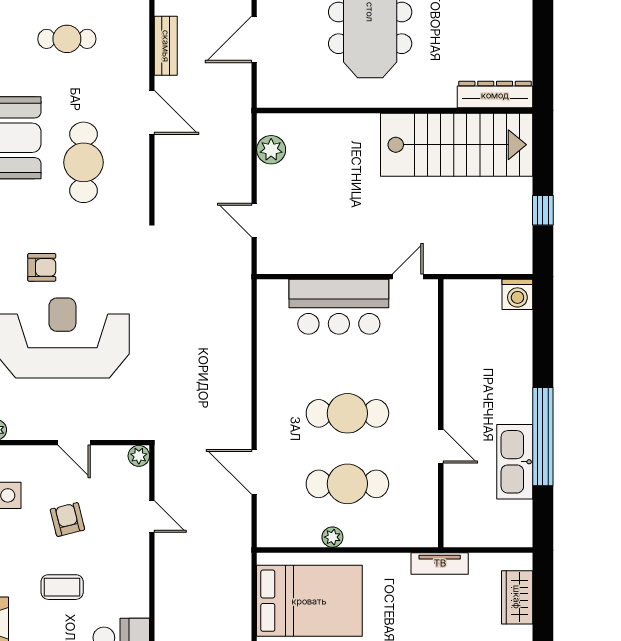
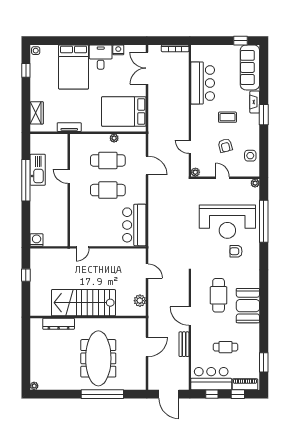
dresser: (495, 95) -> (59, 324), moved
stairs: (457, 145) -> (83, 303), moved
bar counter: (339, 307) -> (134, 225), moved, turned -90

